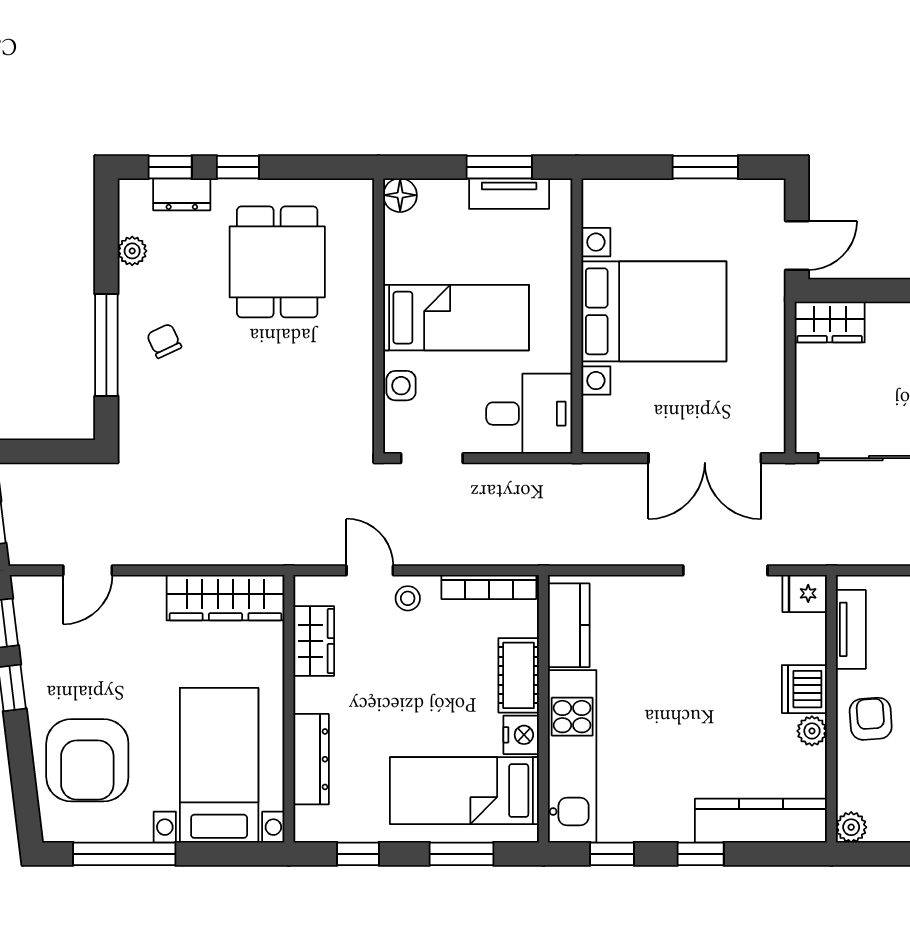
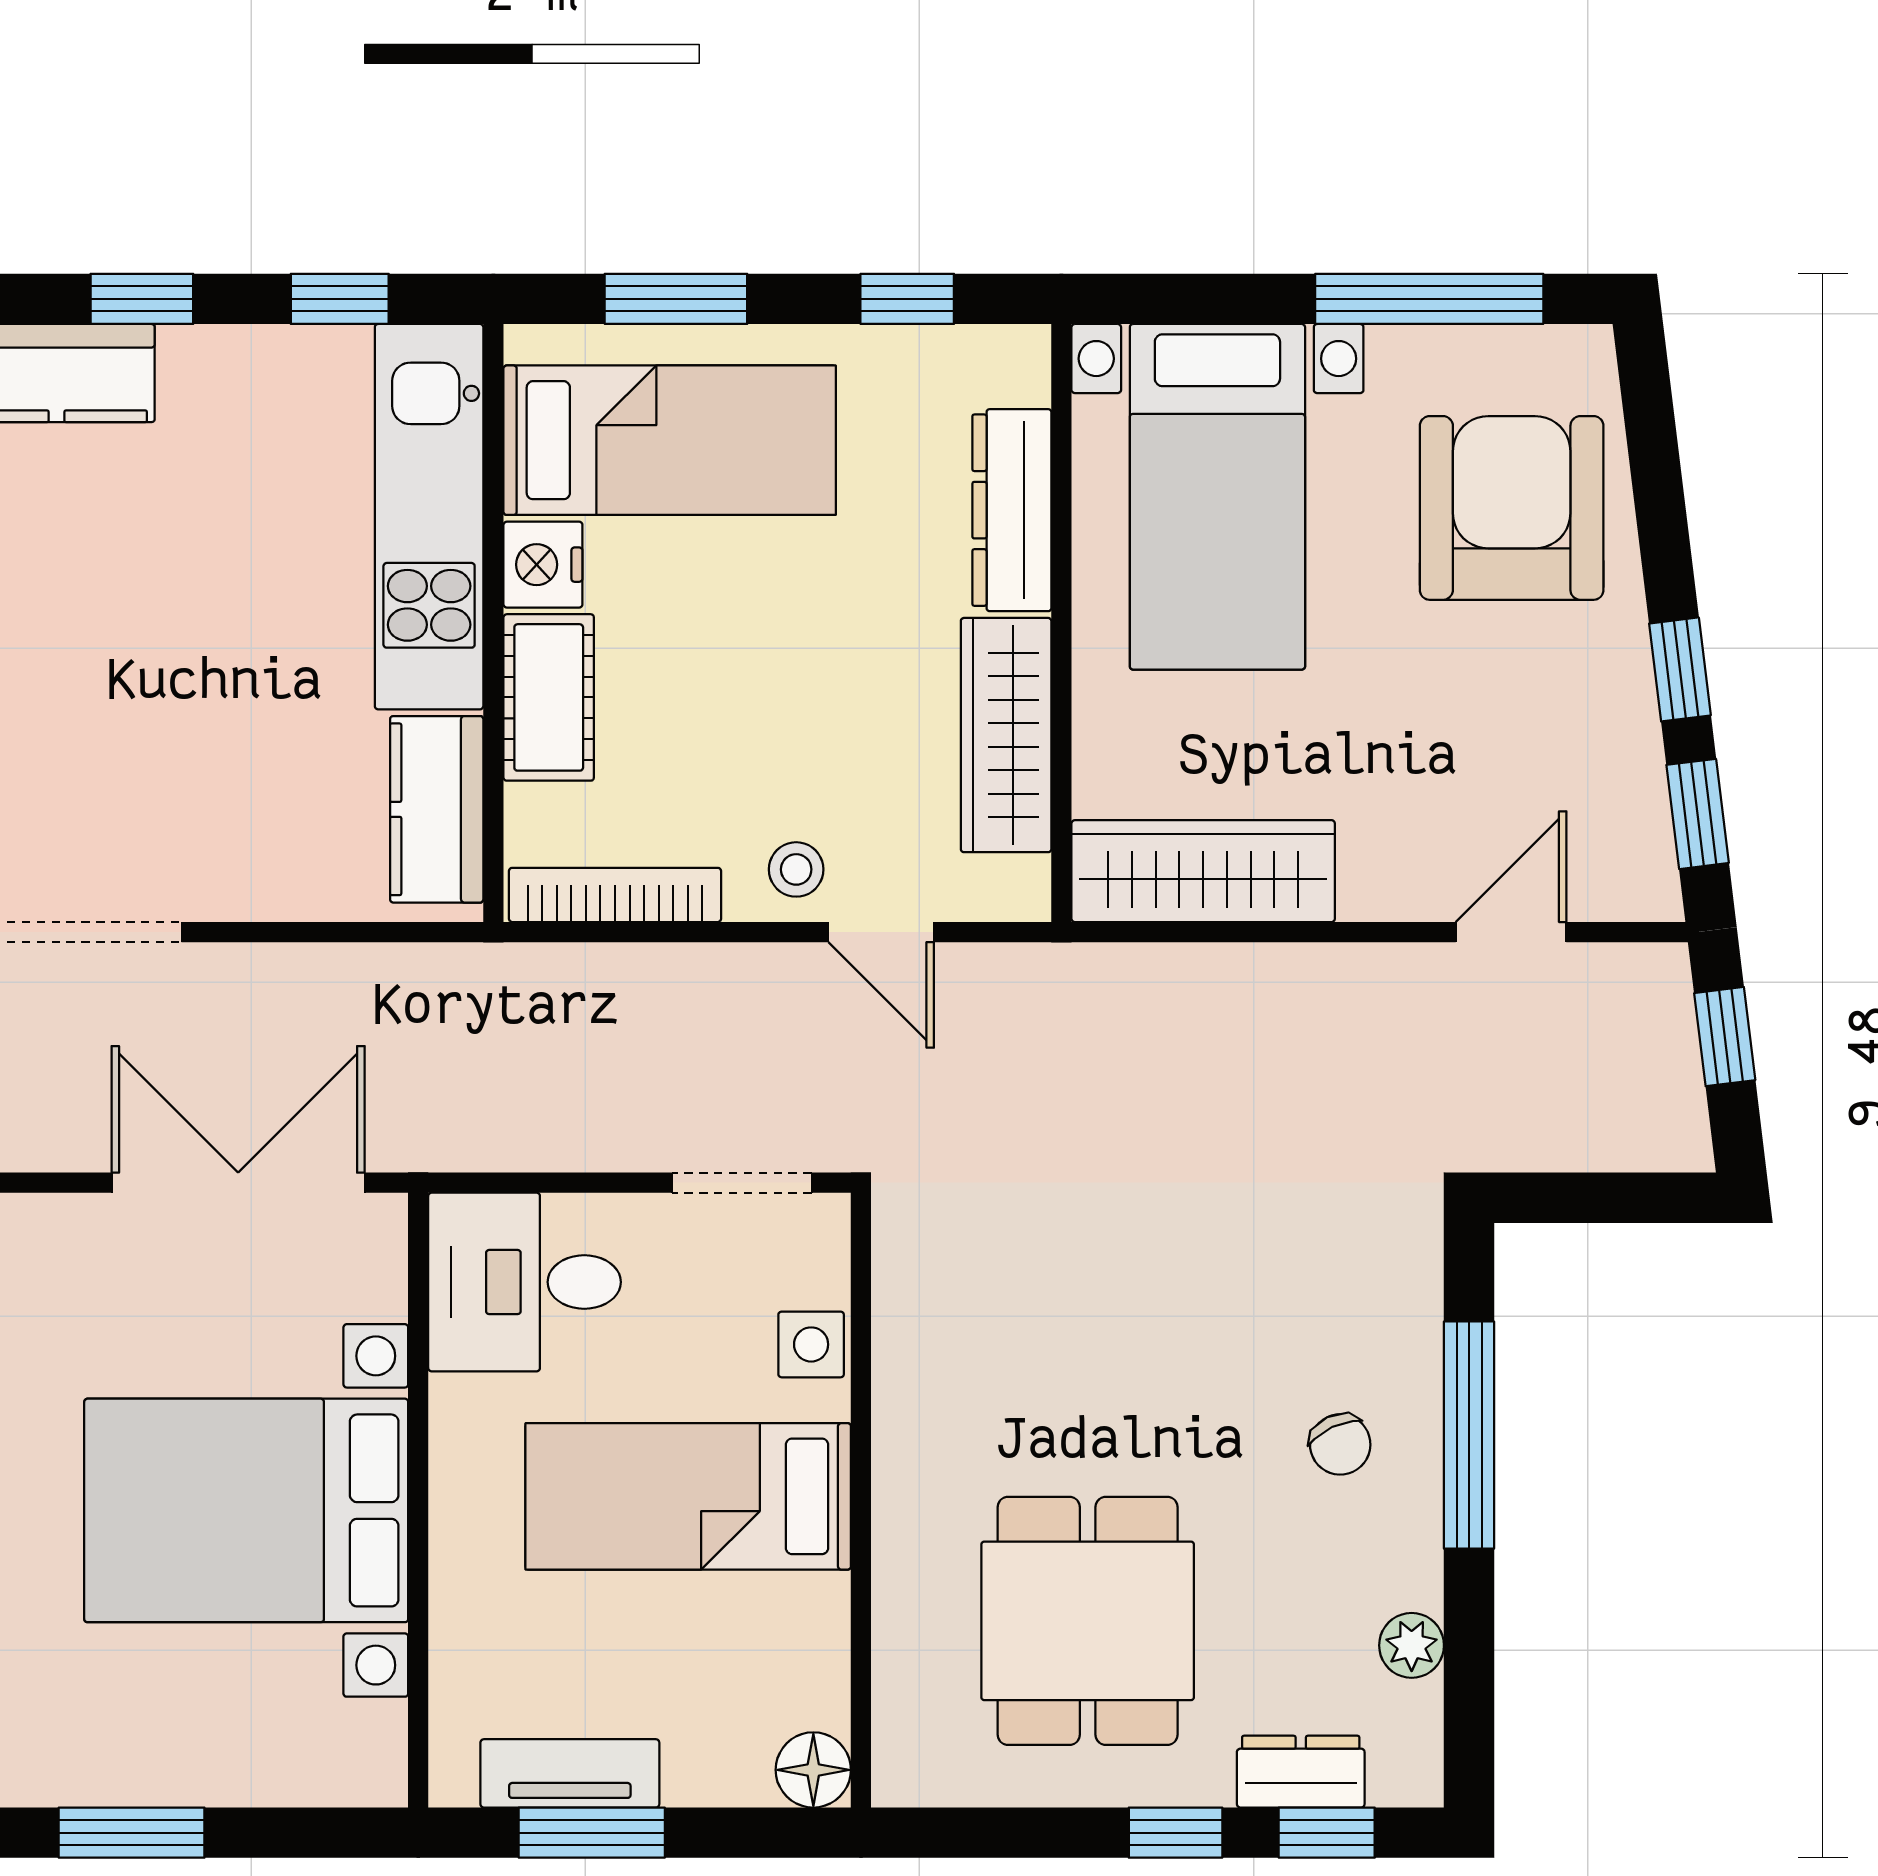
double door: (705, 458) -> (238, 1183), moved
wardrobe: (314, 641) -> (1006, 735), width x1.50

